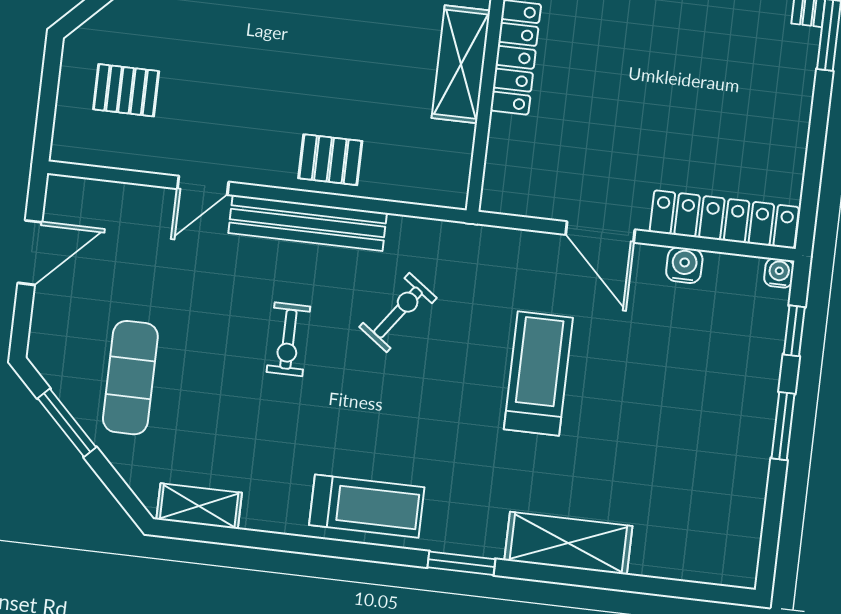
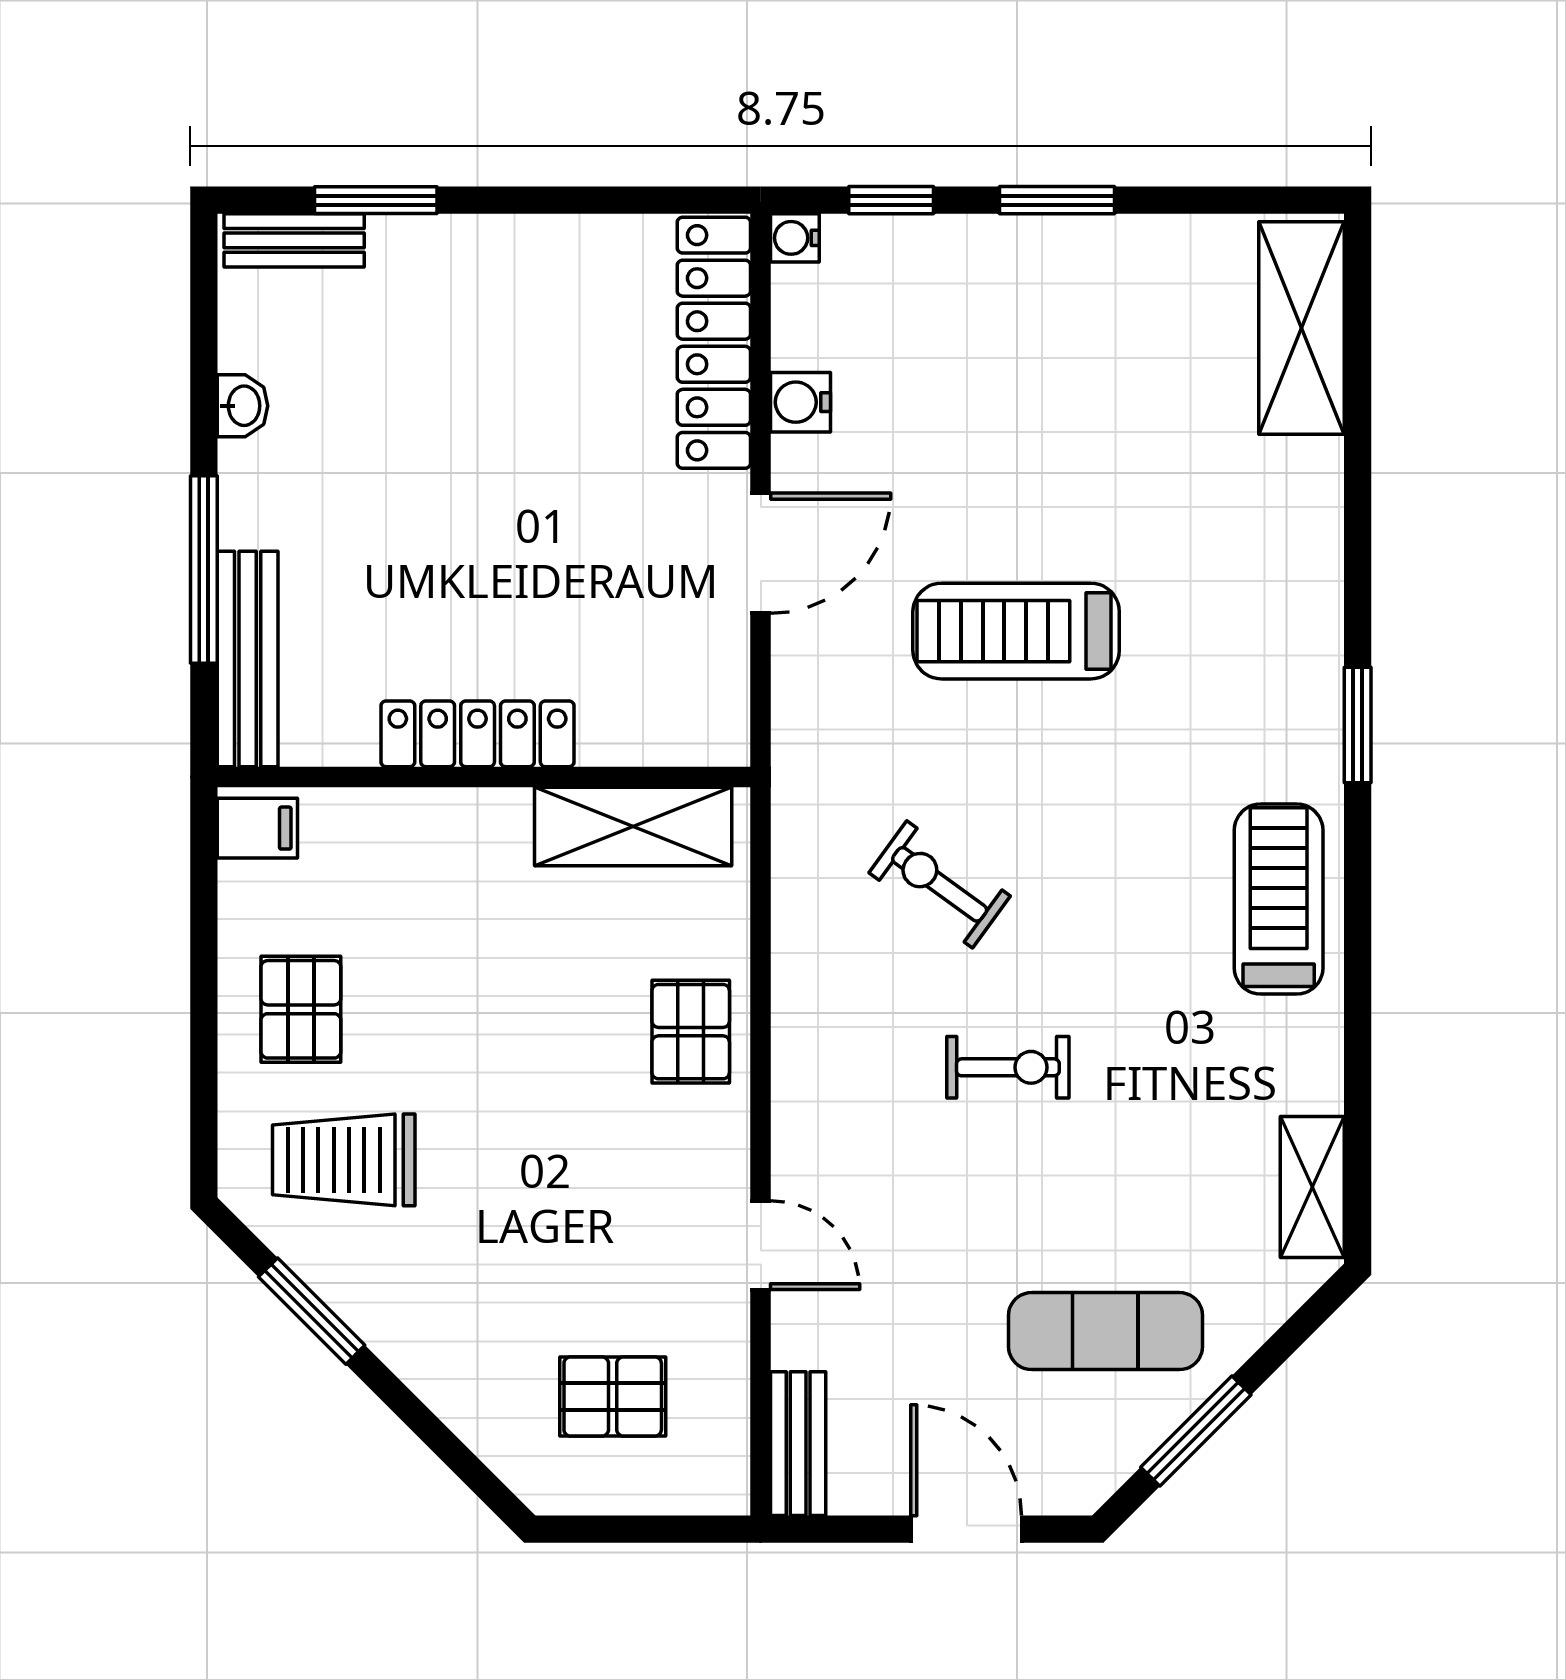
shelving: (461, 64) -> (633, 826), moved
pallet: (126, 90) -> (613, 1397), turned 90
bench: (308, 223) -> (798, 1444), moved, width x0.54, depth x0.82
door: (30, 253) -> (966, 1529), moved
shelving: (568, 543) -> (1302, 328), moved

